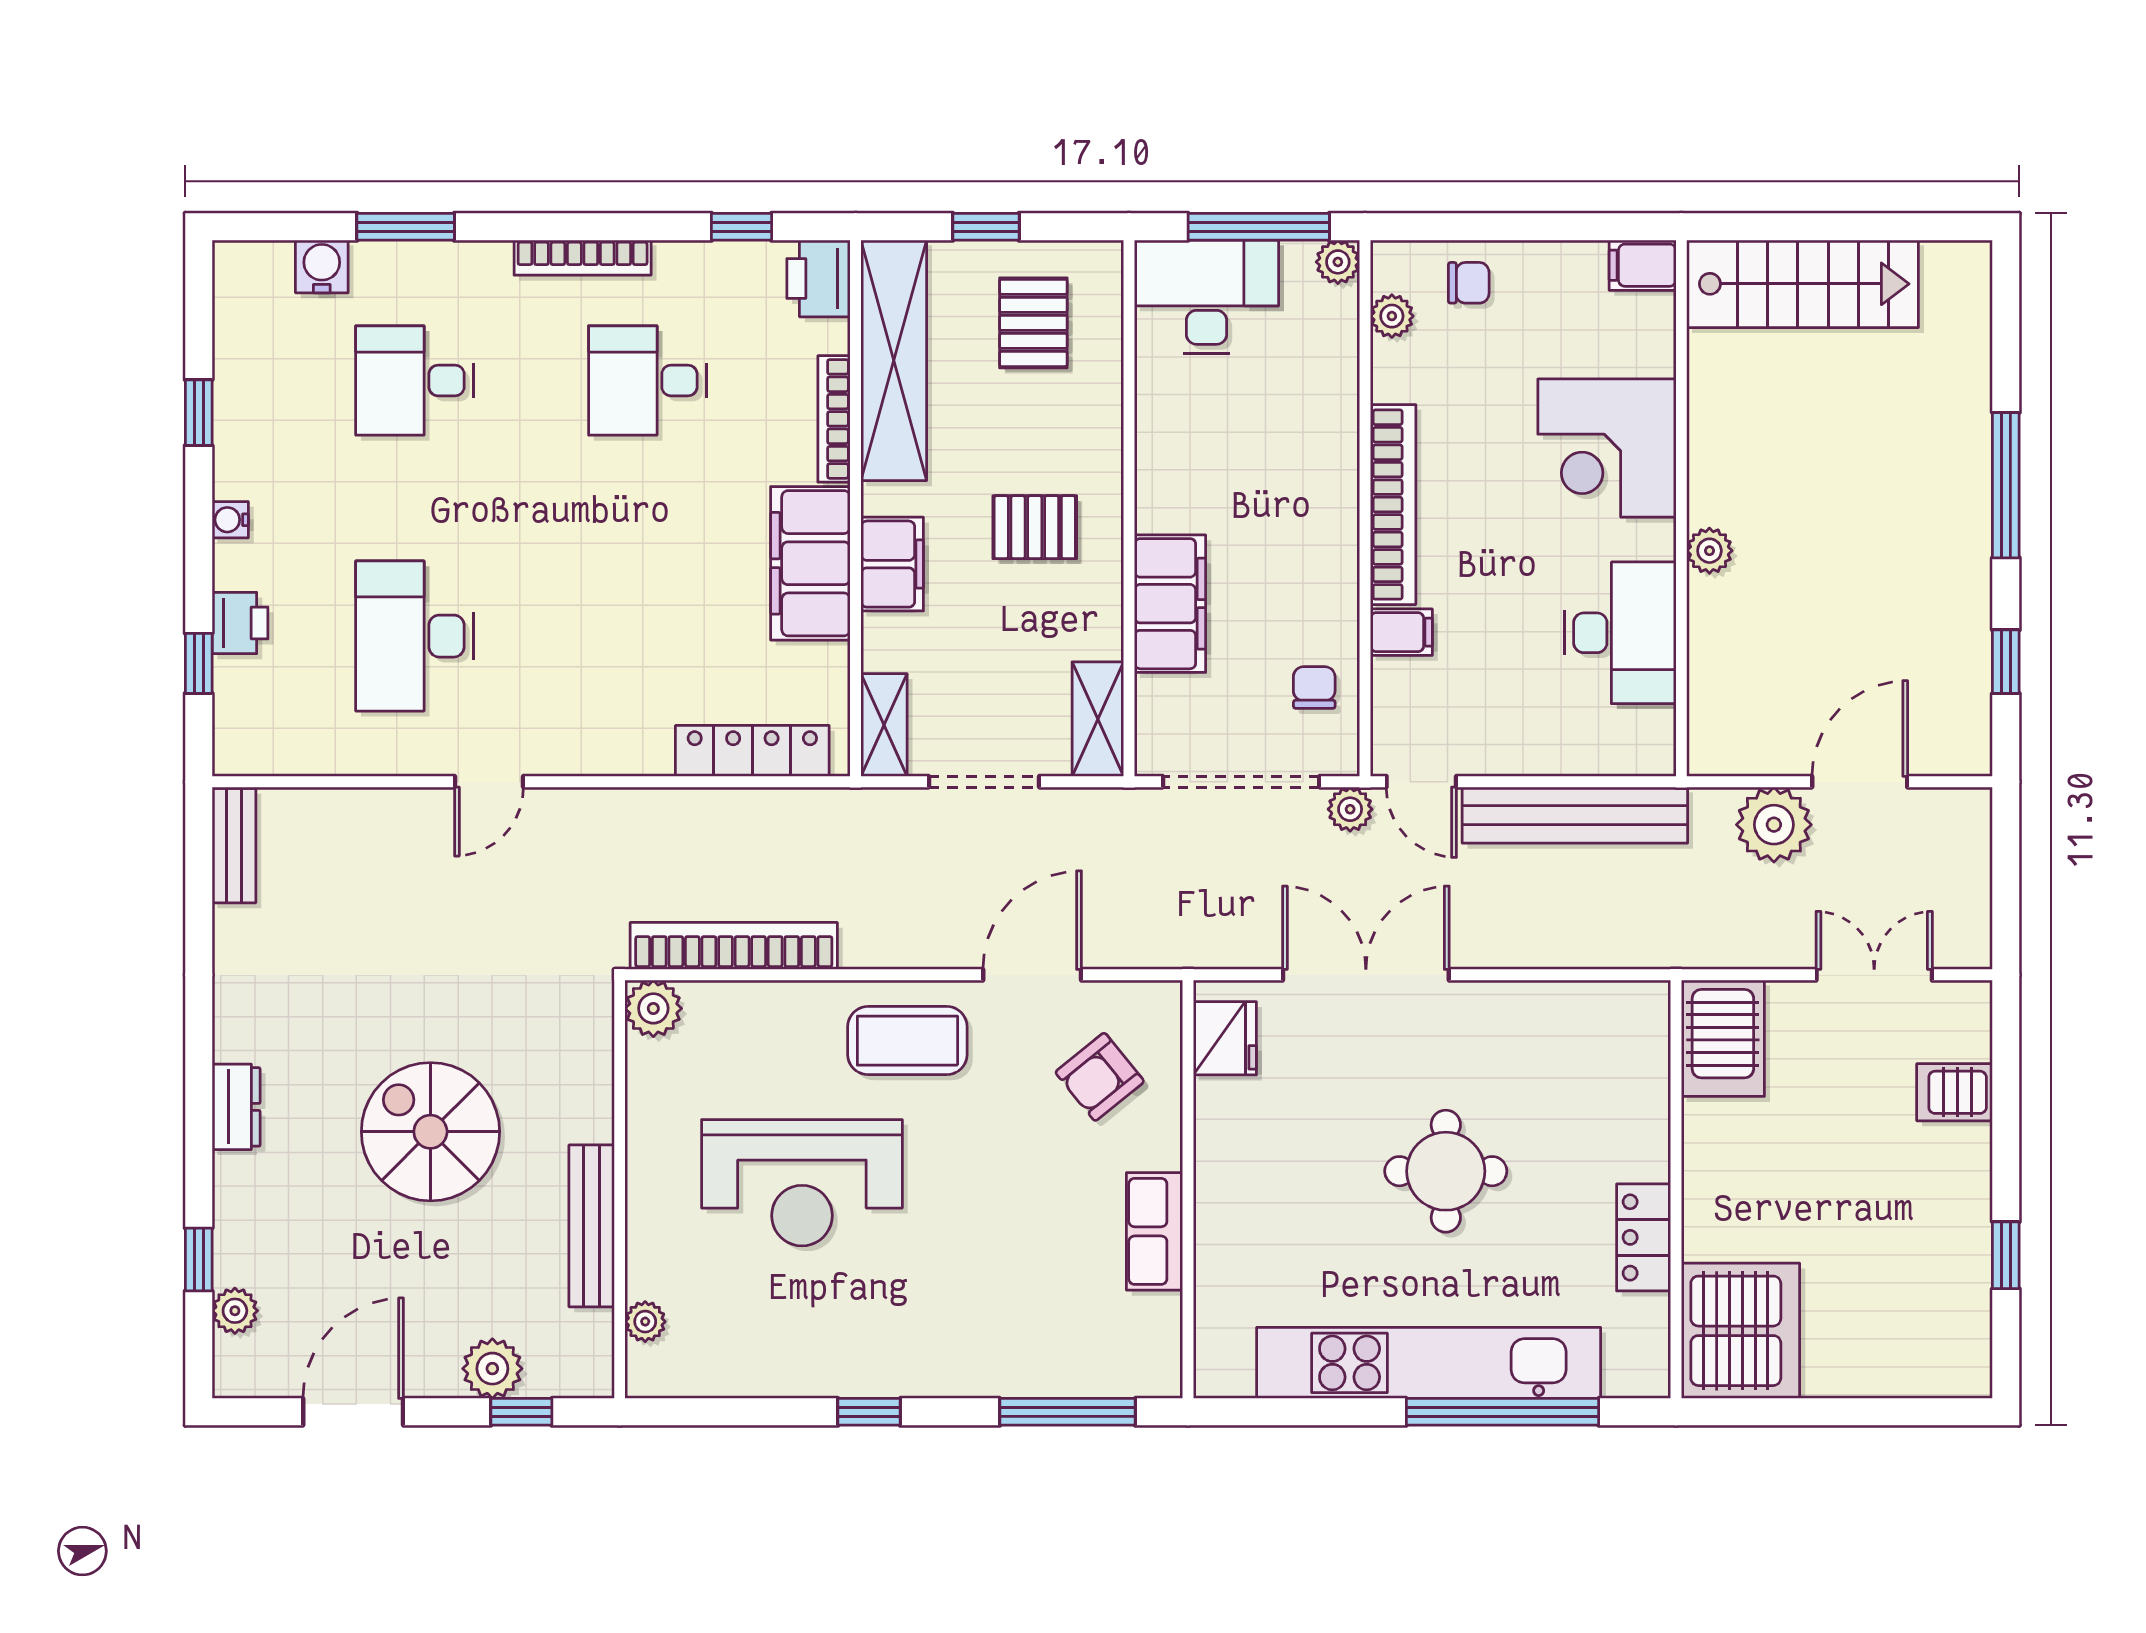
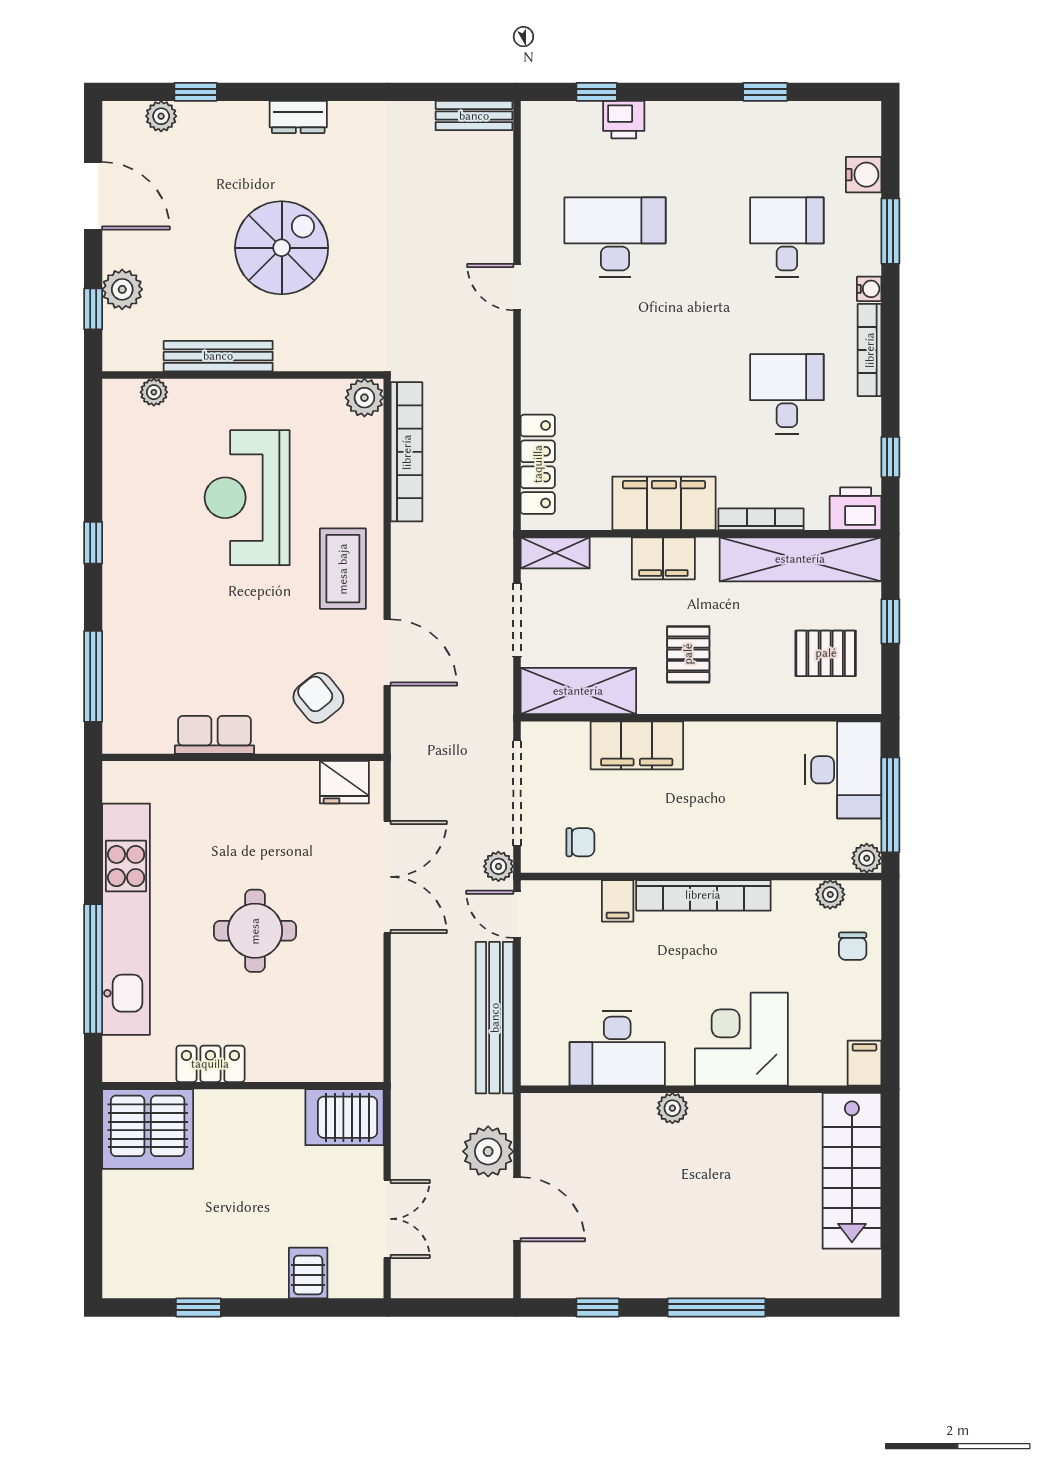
water cooler: (230, 520) -> (869, 289), moved, turned 90
shelving: (1098, 719) -> (578, 691), width x1.50, depth x1.33
door: (1421, 782) -> (517, 914), hinge flipped

